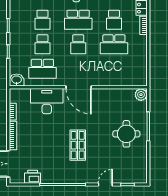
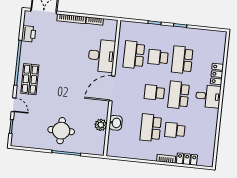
school desk: (42, 20) -> (182, 60), width x1.85
washbasin: (17, 80) -> (116, 123), moved
plant: (141, 95) -> (101, 125), moved
shop shelf: (78, 145) -> (30, 79), moved, turned 90

